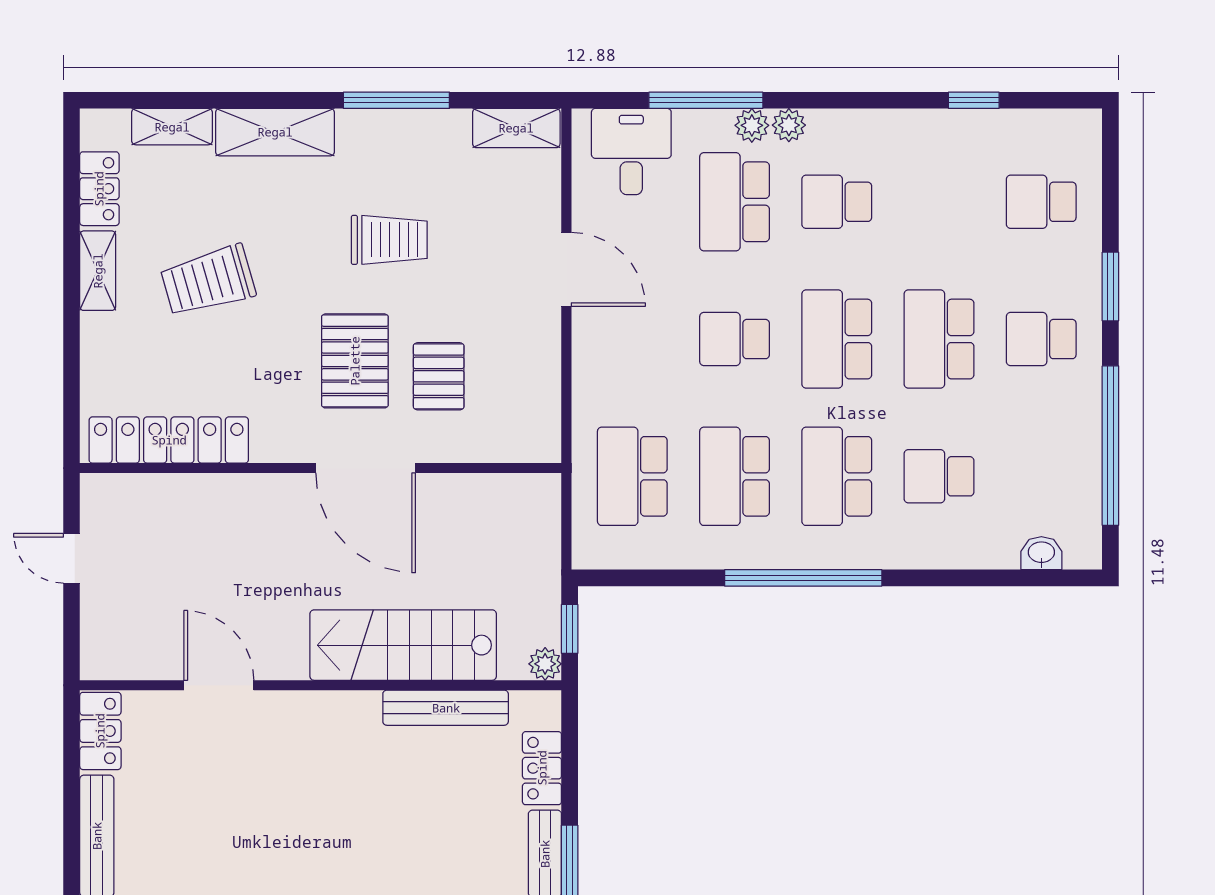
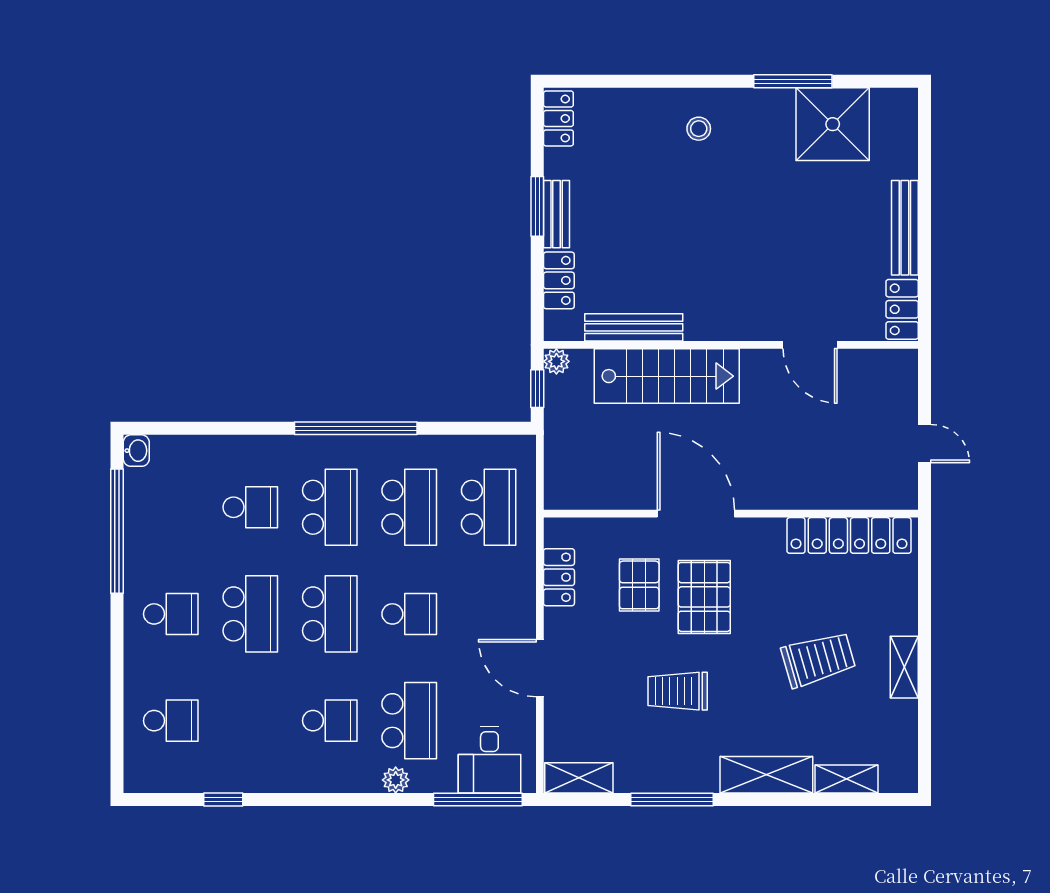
window: (706, 100) -> (478, 800), moved
plant: (789, 125) -> (367, 780), removed
locker: (99, 189) -> (559, 577), moved, turned 180
window: (1110, 287) -> (117, 655), removed
washbasin: (1041, 553) -> (136, 451), moved, turned -90

